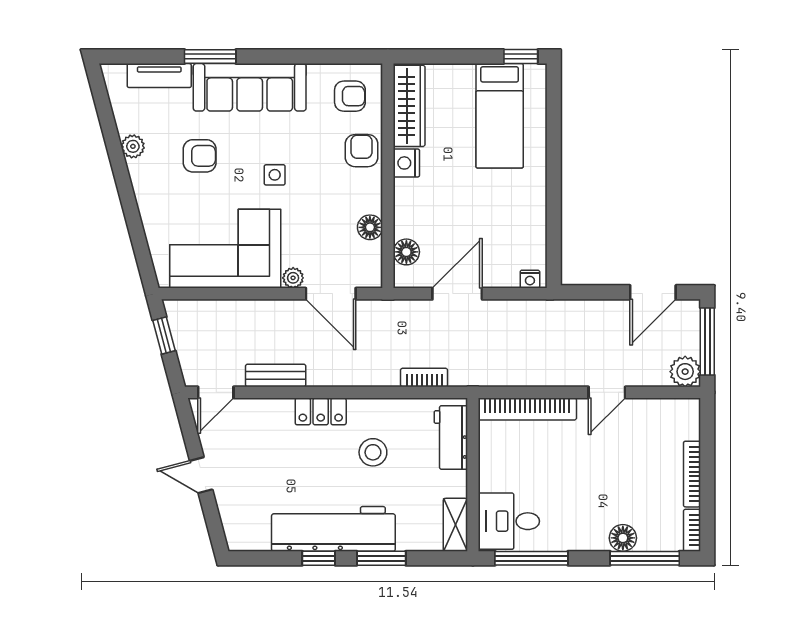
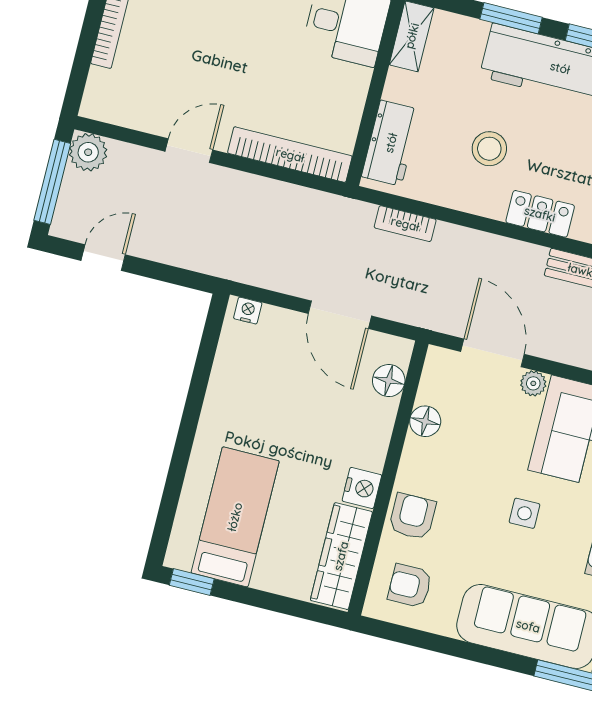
armchair: (361, 151) -> (412, 516), turned 180
door: (653, 292) -> (103, 258), width x0.73
door: (457, 294) -> (340, 315), hinge flipped

